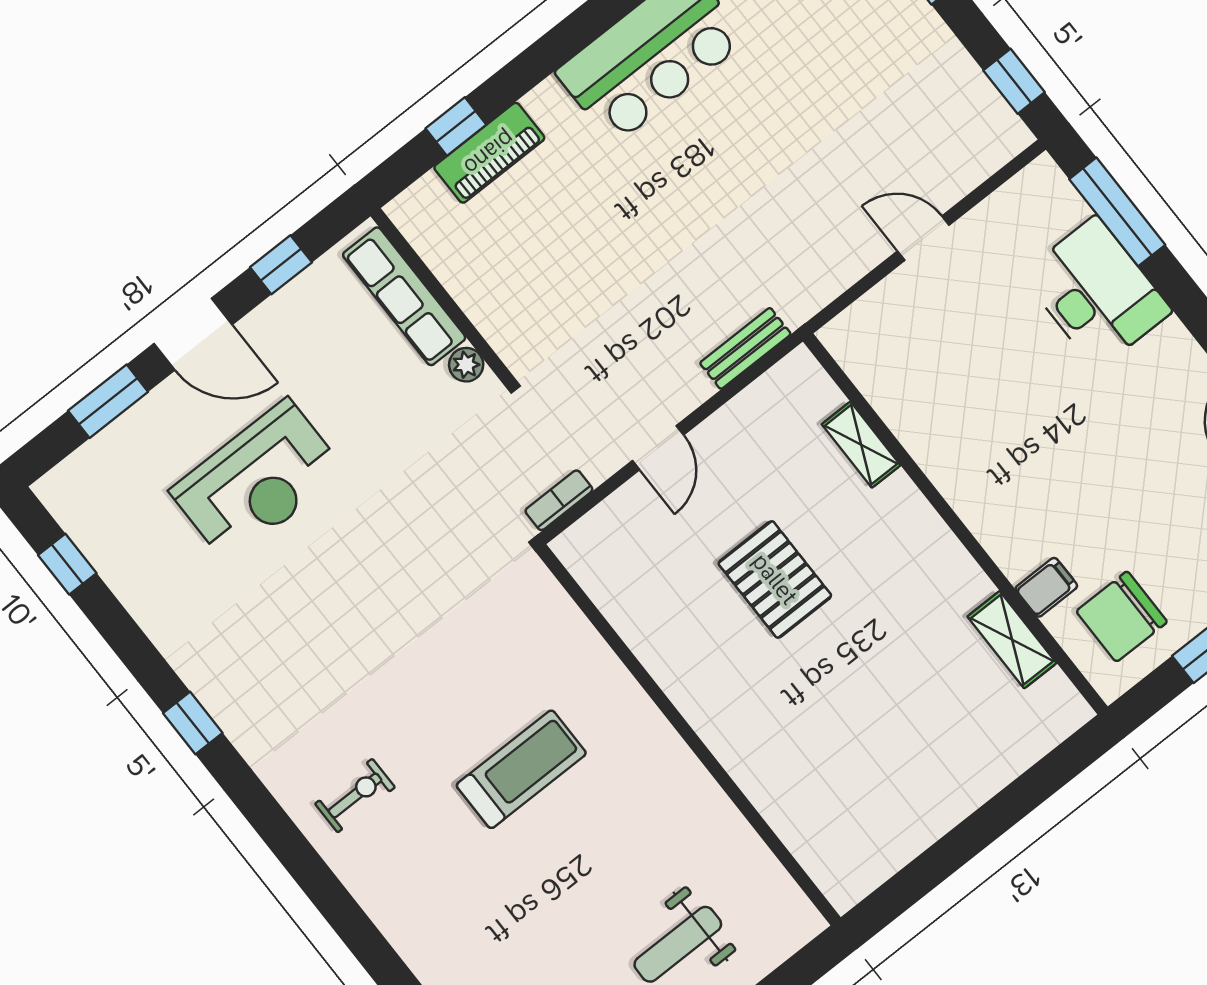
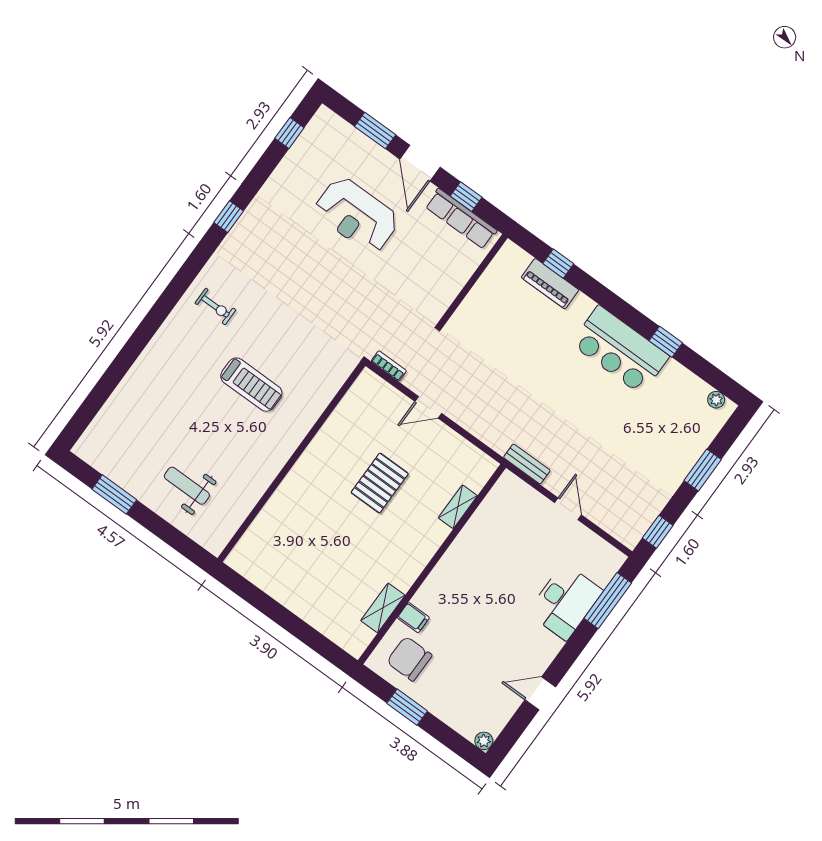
row of seats: (404, 296) -> (461, 219), moved, turned -90
bench: (745, 348) -> (527, 464), moved
plant: (466, 365) -> (443, 302), removed

